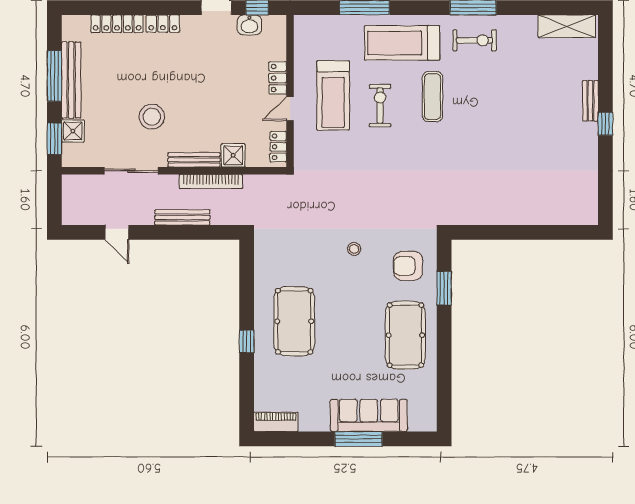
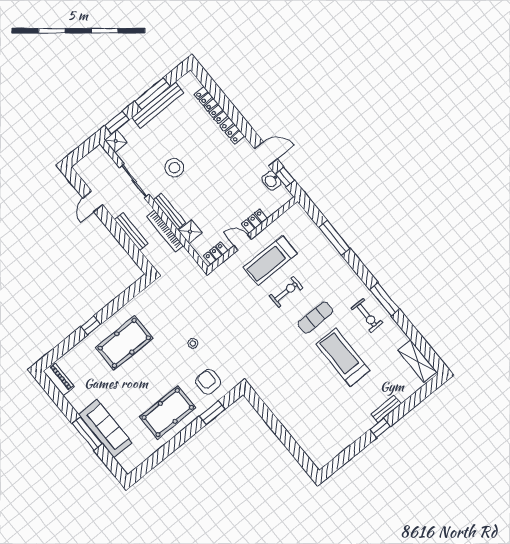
treadmill: (402, 43) -> (343, 357), moved
shower: (73, 131) -> (116, 141), moved

